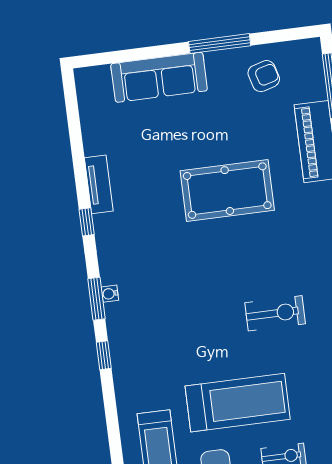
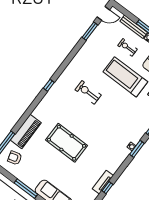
armchair: (264, 76) -> (15, 158), moved
window: (87, 222) -> (107, 188), moved

